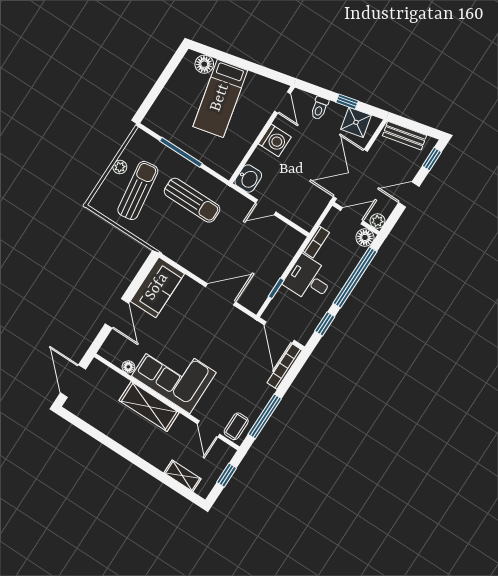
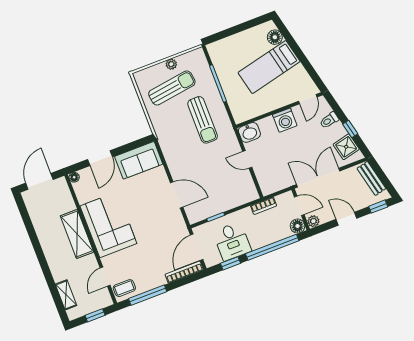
desk: (309, 279) -> (232, 241), moved, turned 180
floor lamp: (128, 367) -> (74, 177), moved

